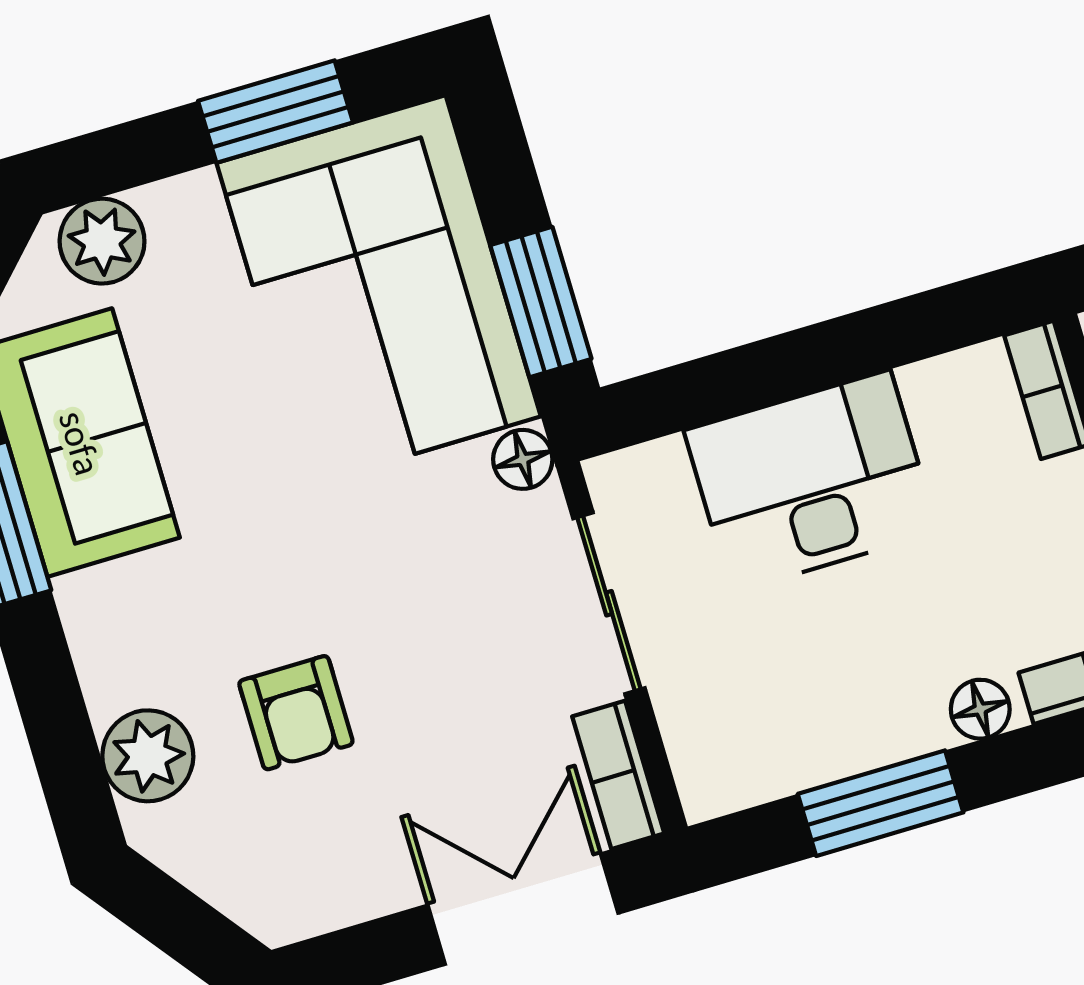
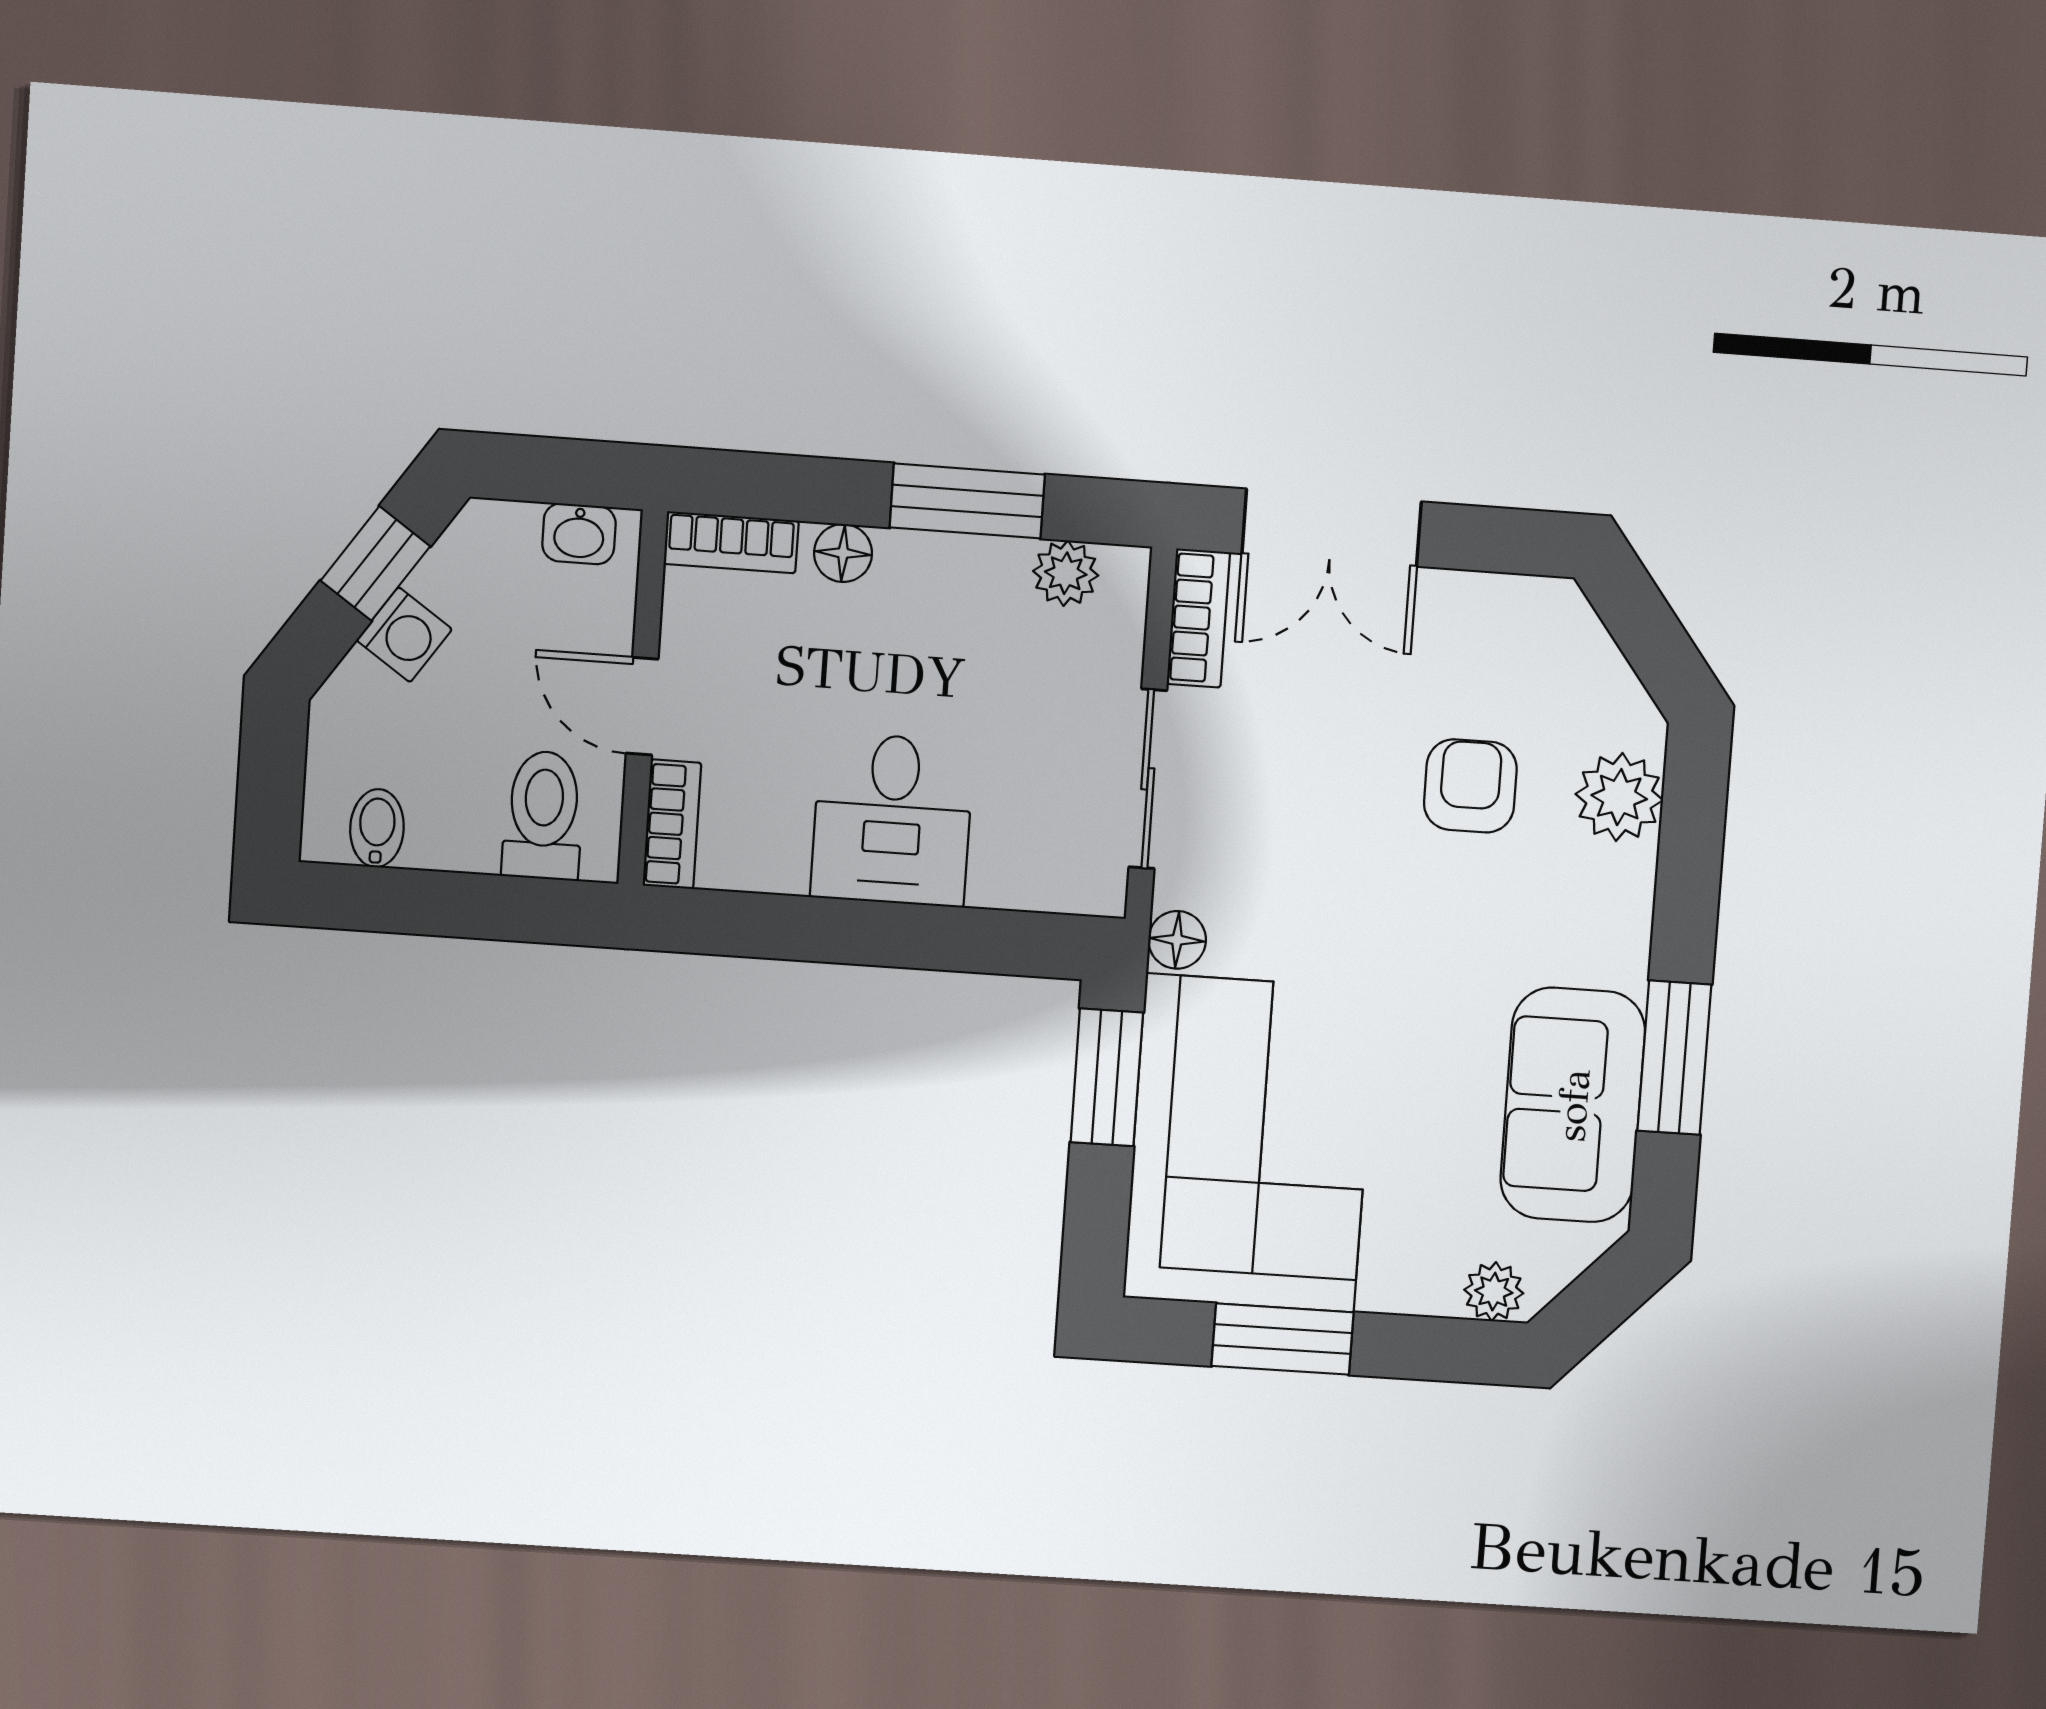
plant: (102, 241) -> (1494, 1292), width x0.73, depth x0.73
desk: (811, 481) -> (892, 820), width x0.73
plant: (761, 770) -> (1066, 573), added

